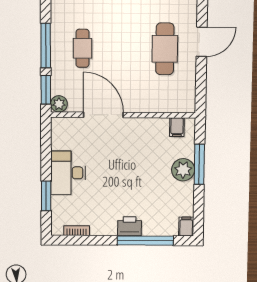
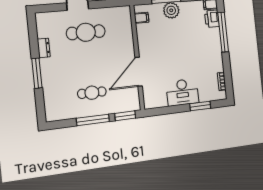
plant: (59, 104) -> (134, 105), removed
printer: (130, 226) -> (212, 19), moved

